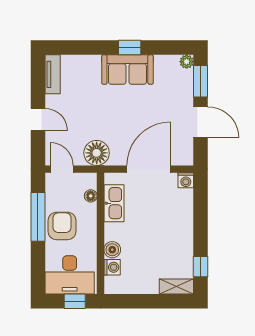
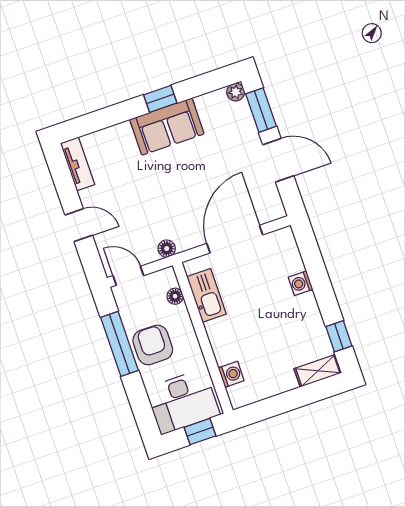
floor lamp: (97, 153) -> (167, 249), width x0.53, depth x0.53
washing machine: (186, 180) -> (300, 283), moved, turned 90
boiler: (112, 250) -> (224, 353), removed

